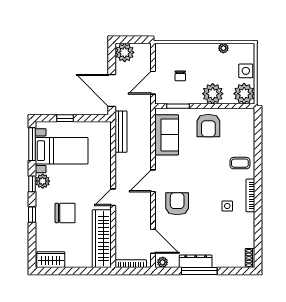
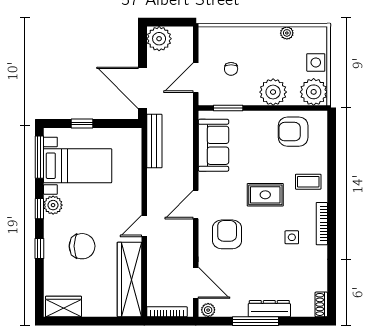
armchair: (208, 125) -> (293, 132), moved, turned 90
rug: (207, 173) -> (265, 195), added
dresser: (196, 261) -> (269, 309), moved

